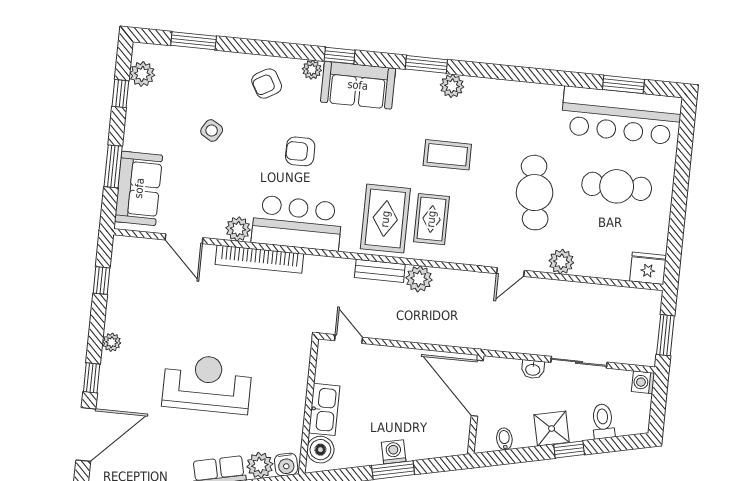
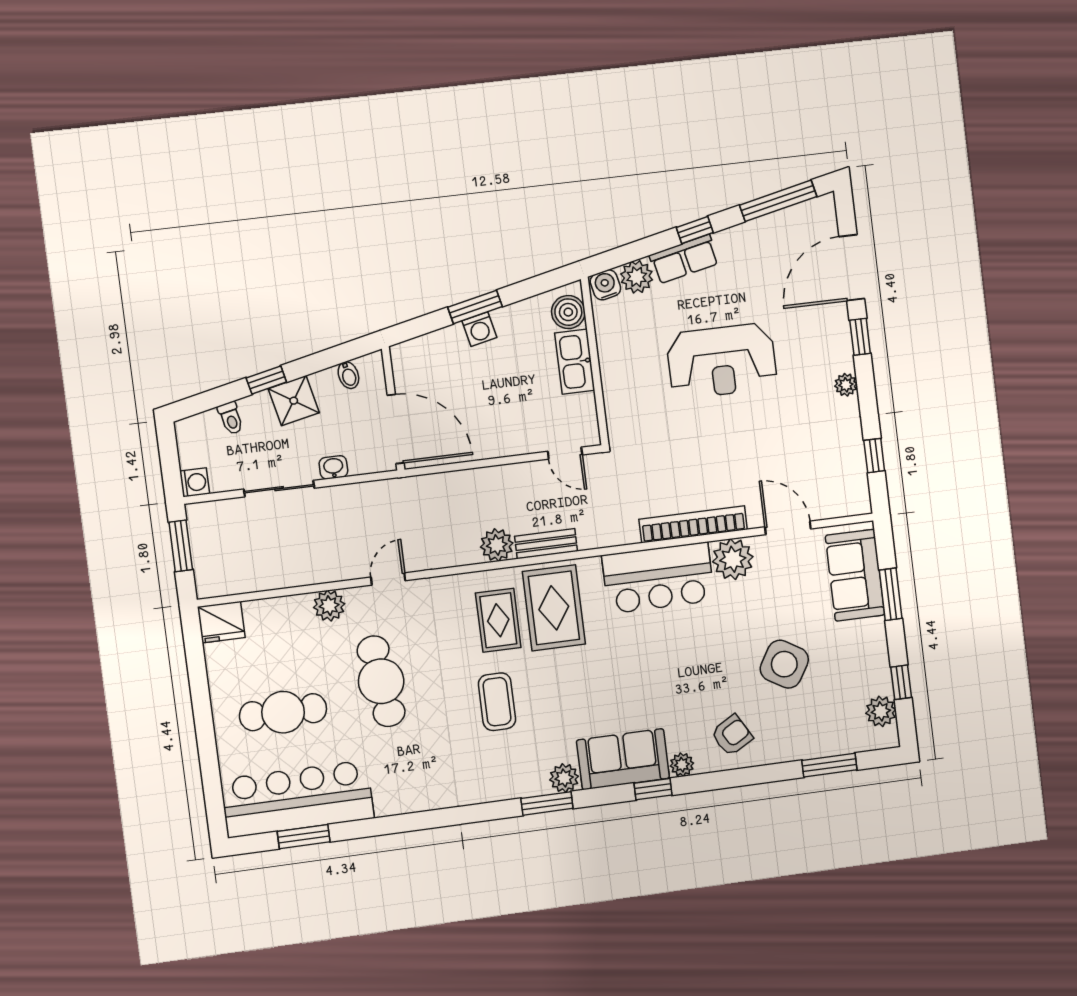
plant: (452, 86) -> (564, 778), moved
side table: (212, 130) -> (784, 664), width x1.87, depth x1.87
armchair: (300, 151) -> (674, 664), removed
coffee table: (447, 155) -> (497, 702), turned 90
plant: (238, 229) -> (733, 559), width x1.36, depth x1.36
toilet: (603, 421) -> (231, 418), width x0.73, depth x0.72

